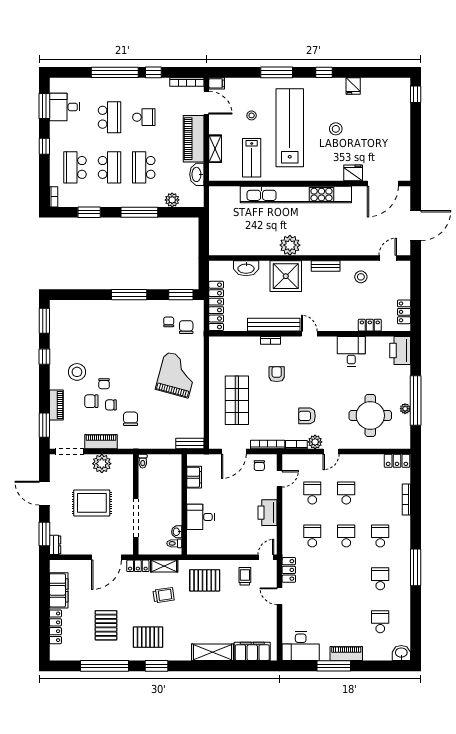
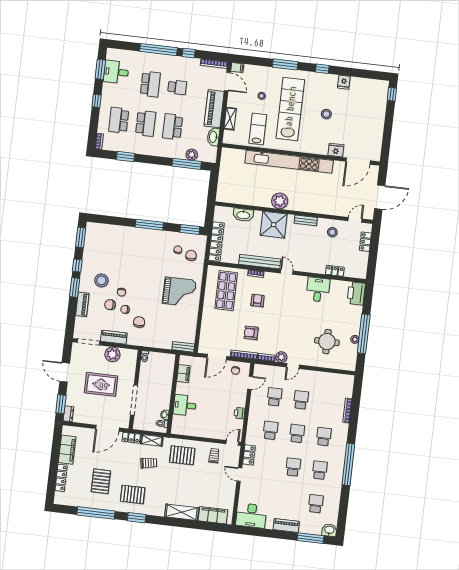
lab bench: (252, 158) -> (258, 129), turned 180
window: (139, 212) -> (187, 164), moved
locker: (404, 312) -> (365, 242), moved
grand piano: (177, 375) -> (179, 292), turned 75
shop shelf: (237, 400) -> (226, 291), moved
armchair: (307, 416) -> (251, 333), moved
round table: (370, 416) -> (327, 341), width x0.73, depth x0.73
window: (44, 425) -> (75, 287), moved
locker: (397, 461) -> (344, 379), removed
printer: (268, 513) -> (239, 413), width x0.53, depth x0.68
window: (416, 567) -> (348, 464), width x1.46
school desk: (346, 579) -> (293, 467), added
window: (334, 666) -> (310, 538), moved

